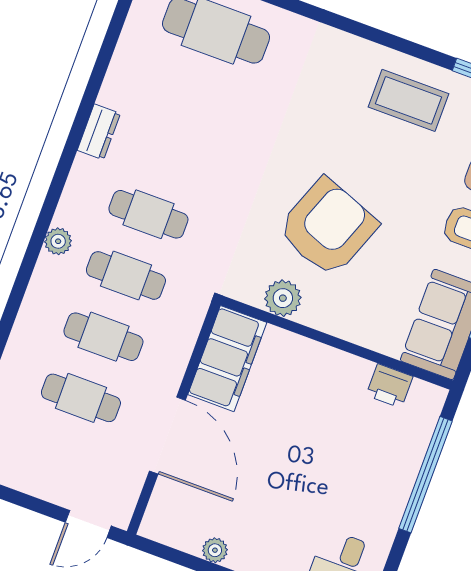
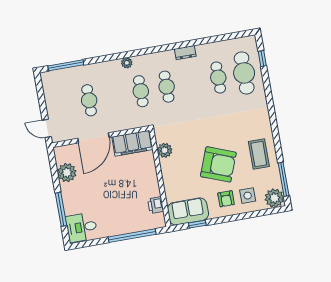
armchair: (328, 227) -> (218, 164), moved
plant: (58, 241) -> (127, 63), moved
cafe table: (103, 337) -> (218, 78), moved
plant: (215, 550) -> (67, 173), width x1.88, depth x1.88

